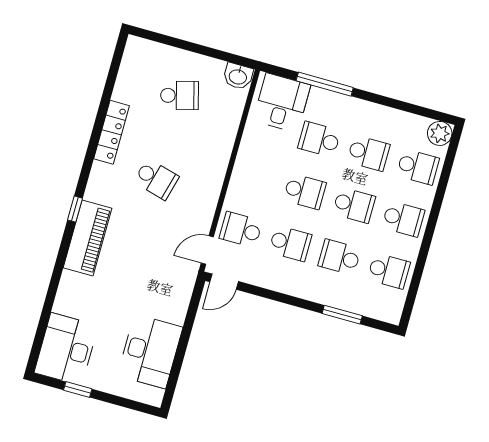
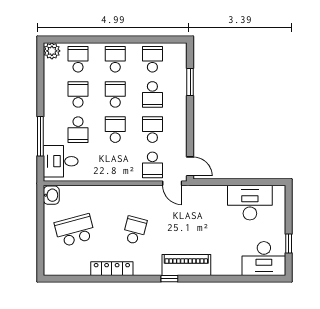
school desk: (180, 95) -> (75, 230), width x1.85

